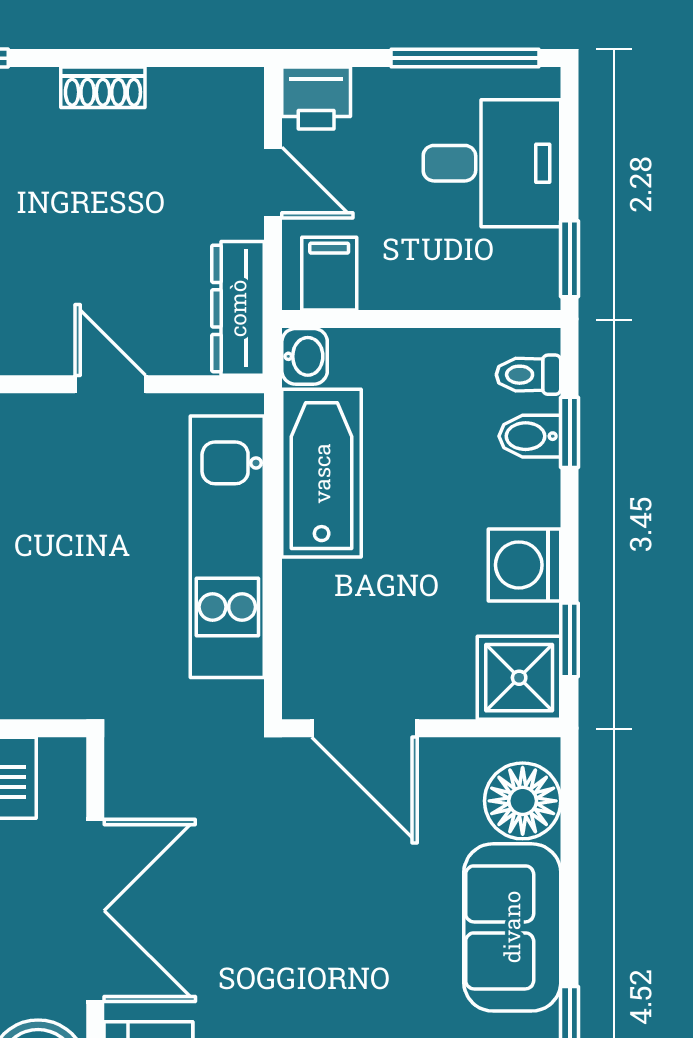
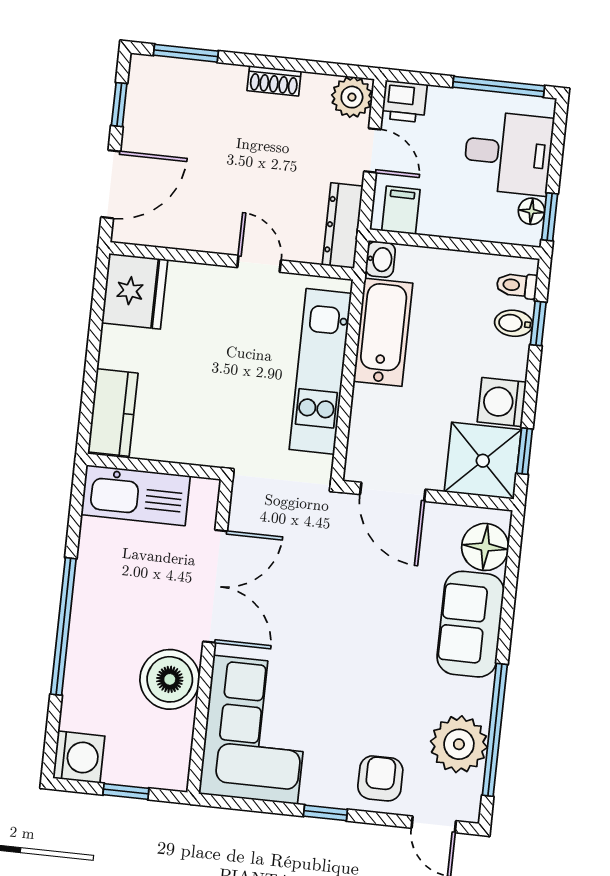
plant: (231, 100) -> (352, 97), added
floor lamp: (539, 253) -> (531, 211), added
shower: (519, 678) -> (483, 461), width x1.36, depth x1.36

